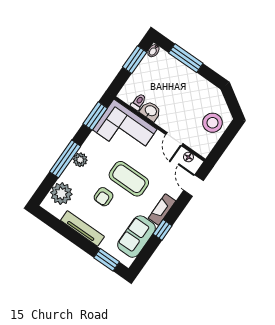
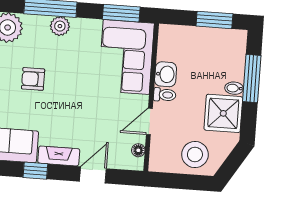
bidet: (153, 51) -> (234, 88), moved
shower: (197, 89) -> (223, 113), added
toilet: (138, 102) -> (165, 95), moved
coffee table: (129, 179) -> (72, 96), removed
door: (194, 186) -> (93, 175), moved

